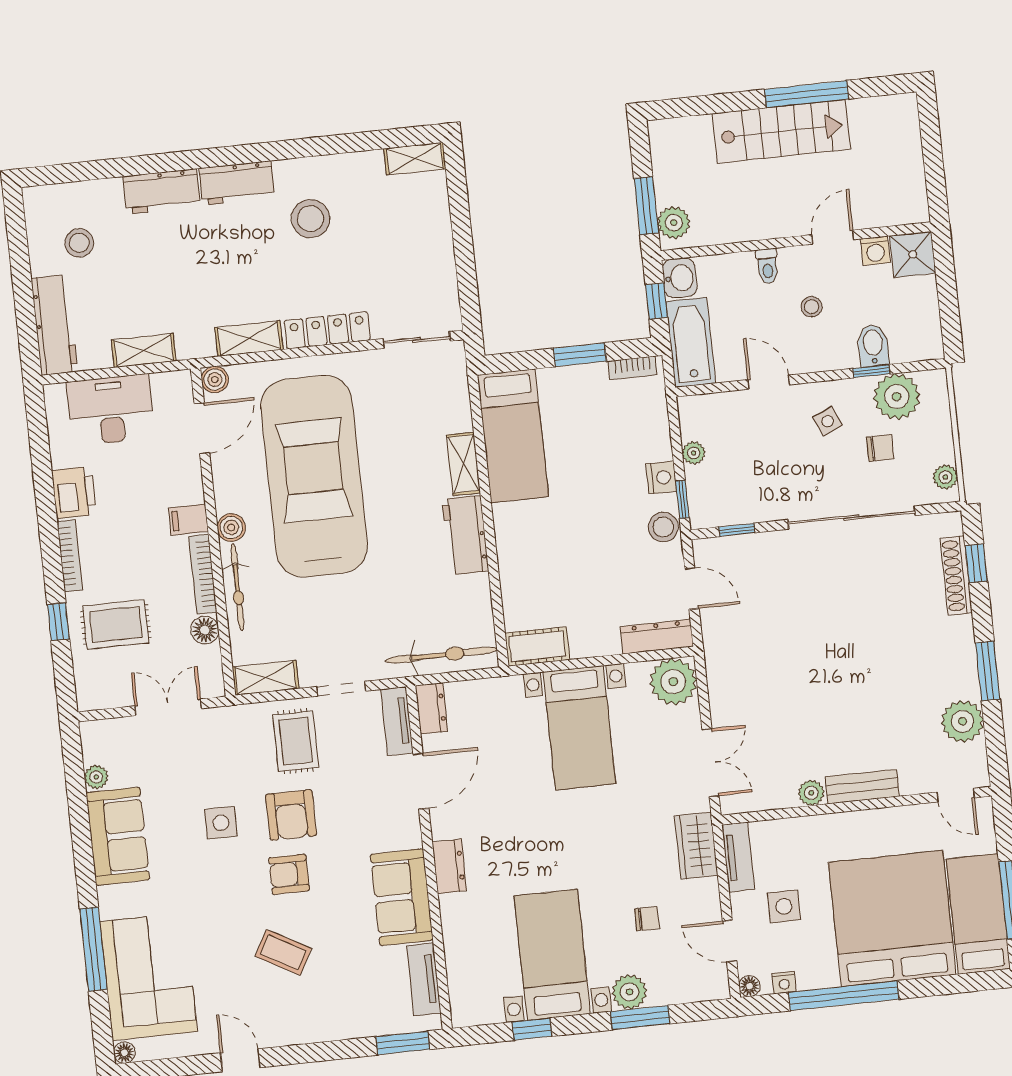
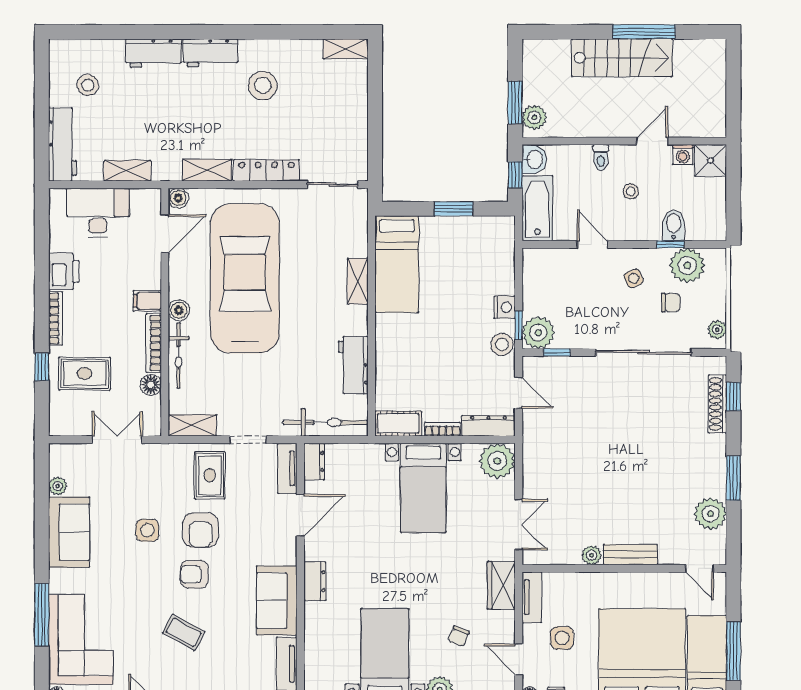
bookcase: (632, 368) -> (442, 429), moved, turned 180
plant: (694, 453) -> (538, 333), moved, width x1.88, depth x1.88
workbench: (465, 535) -> (353, 365), moved
chair: (647, 919) -> (459, 636), turned 112

